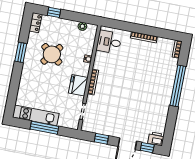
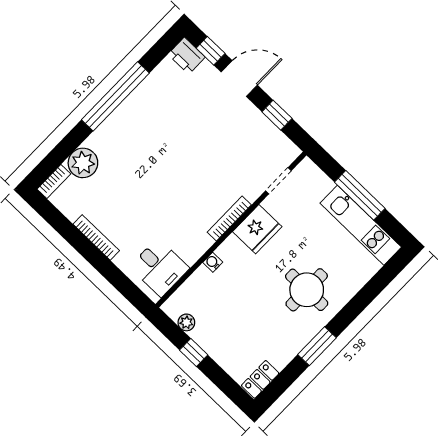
window: (54, 12) -> (194, 353), moved
round table: (52, 54) -> (307, 290), moved, turned -38
plant: (170, 65) -> (83, 163), added
window: (178, 86) -> (115, 96), moved

